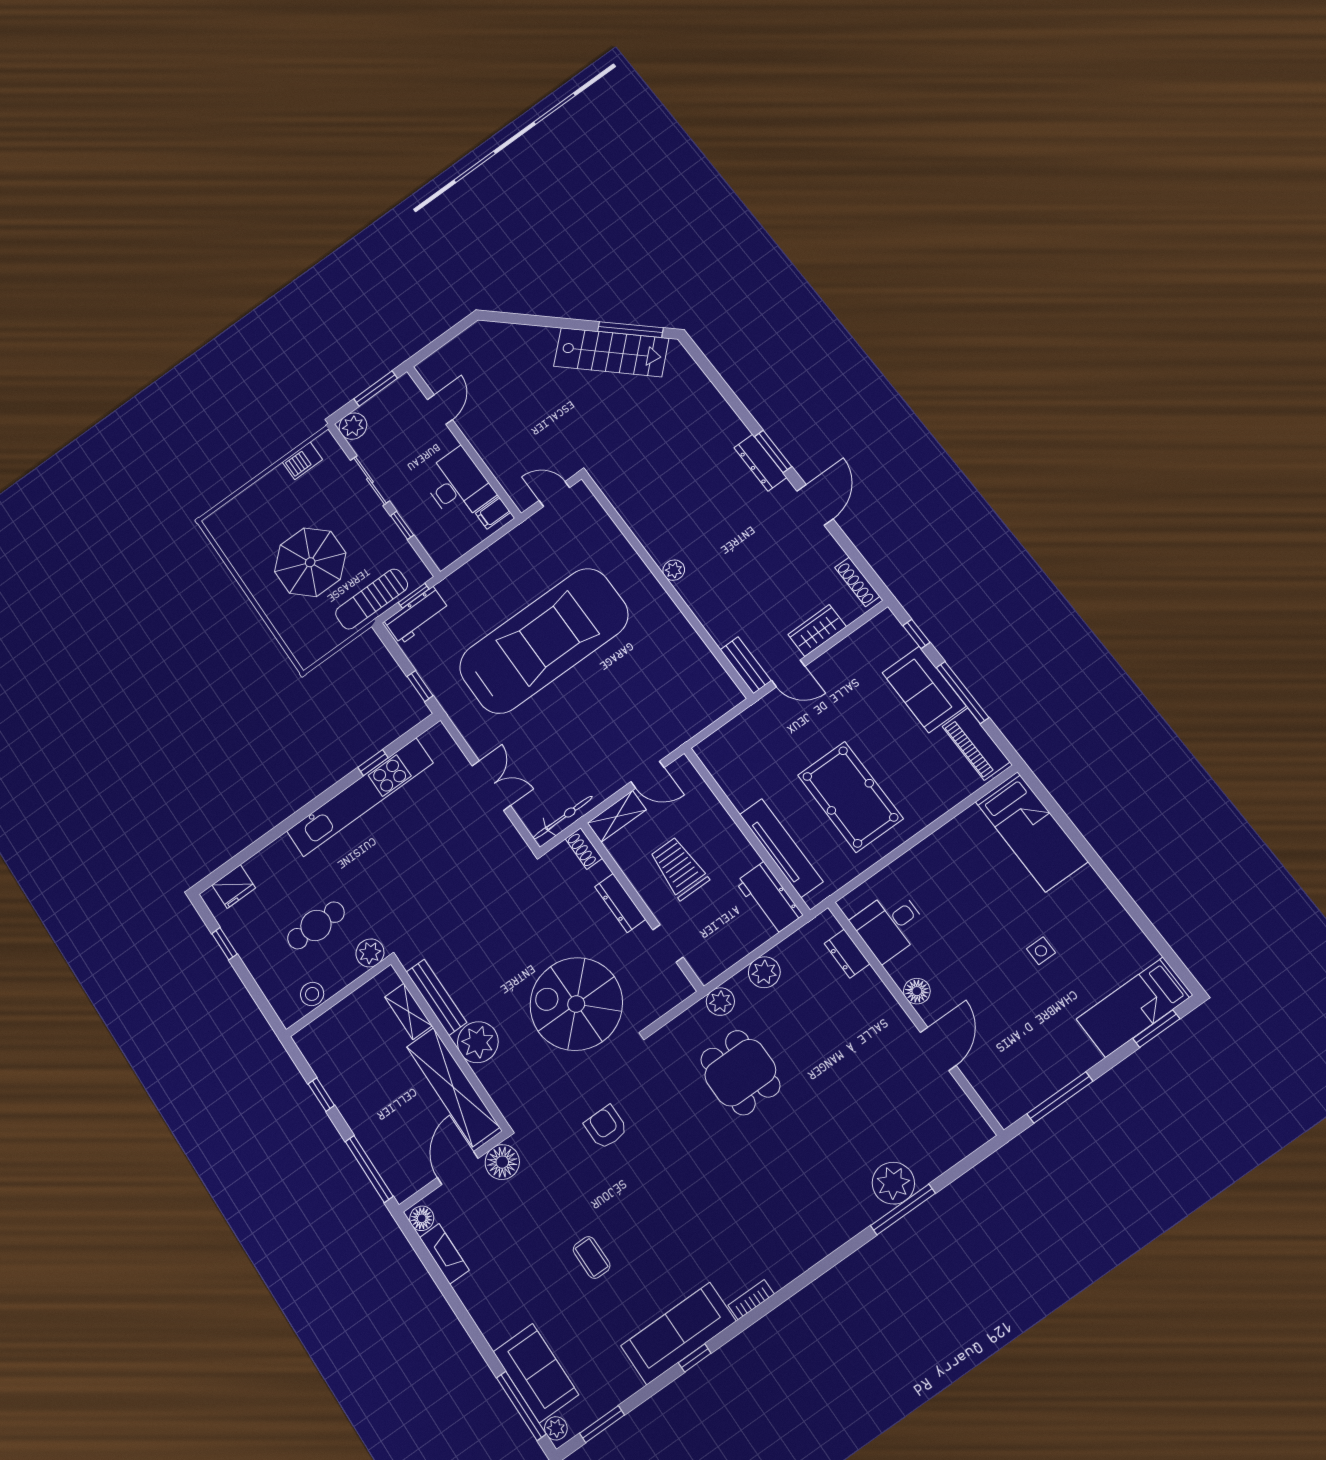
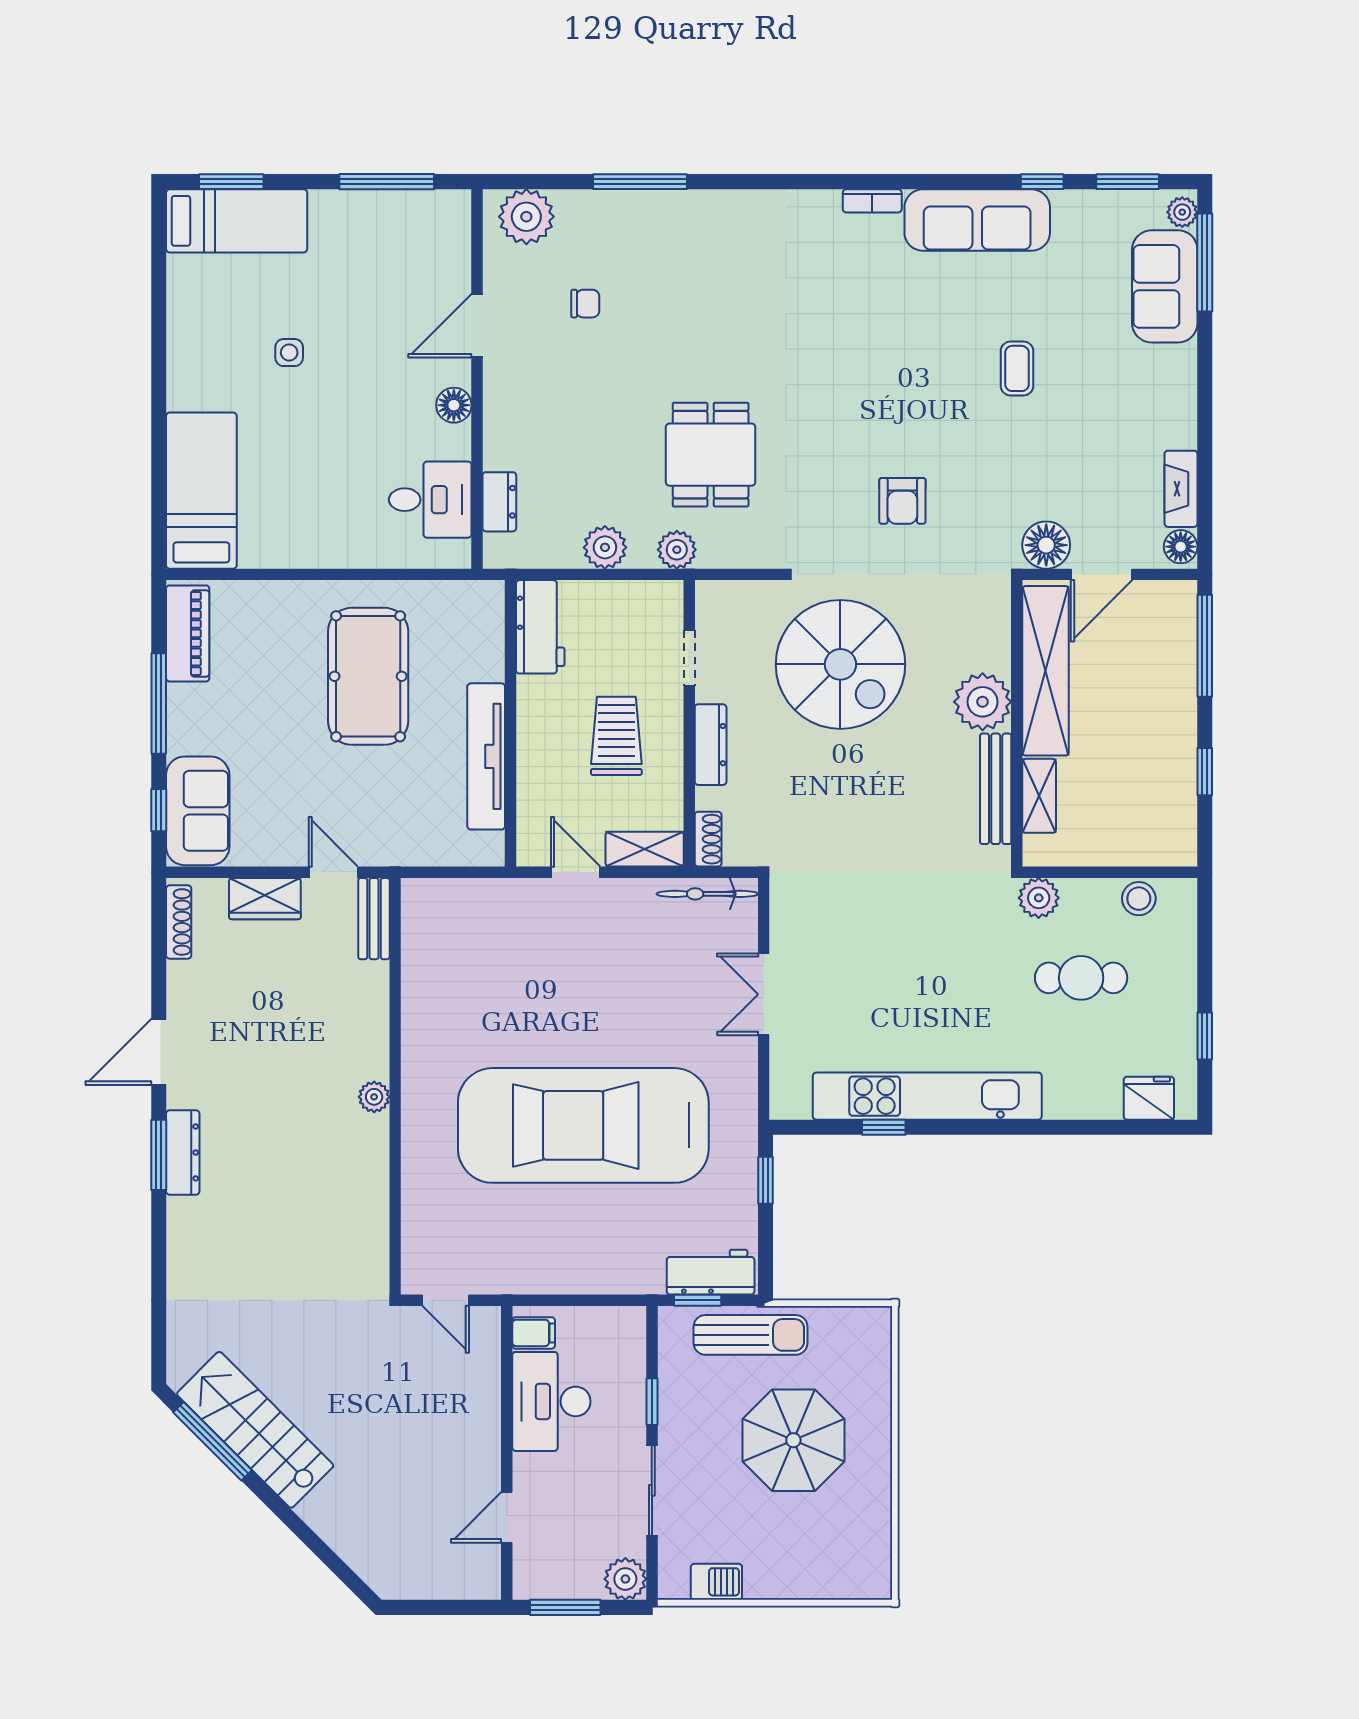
sofa: (924, 689) -> (198, 811), moved
tv unit: (781, 848) -> (486, 756), moved
trolley: (679, 868) -> (616, 736), turned 180
chair: (882, 1110) -> (585, 304), added
plant: (893, 1183) -> (526, 217), moved
window: (695, 1358) -> (1042, 182), moved

